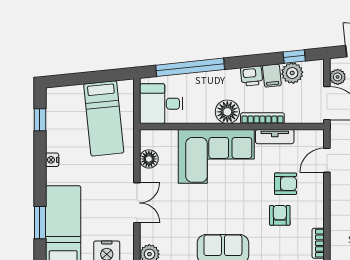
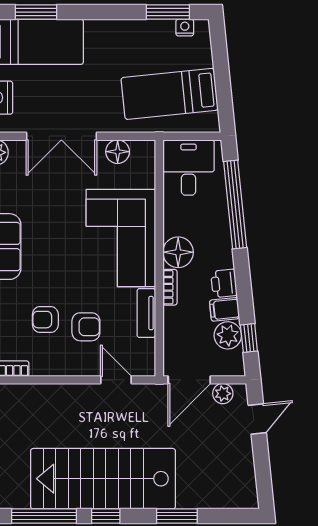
bookcase: (262, 118) -> (170, 287), width x0.64
window: (40, 120) -> (168, 12), width x1.50
nightstand: (52, 160) -> (185, 28), moved
armchair: (285, 184) -> (86, 327), turned -90
double door: (137, 203) -> (61, 136), width x1.37
armchair: (280, 215) -> (45, 320), turned 180

